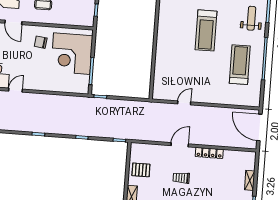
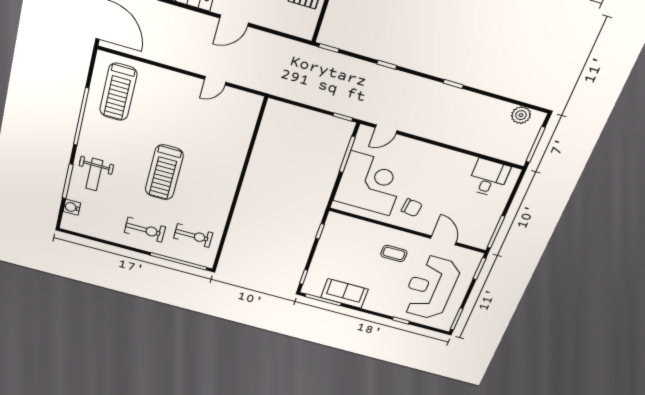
treadmill: (206, 30) -> (164, 172), turned 180
treadmill: (240, 65) -> (118, 92), moved
door: (15, 90) -> (386, 129), moved

